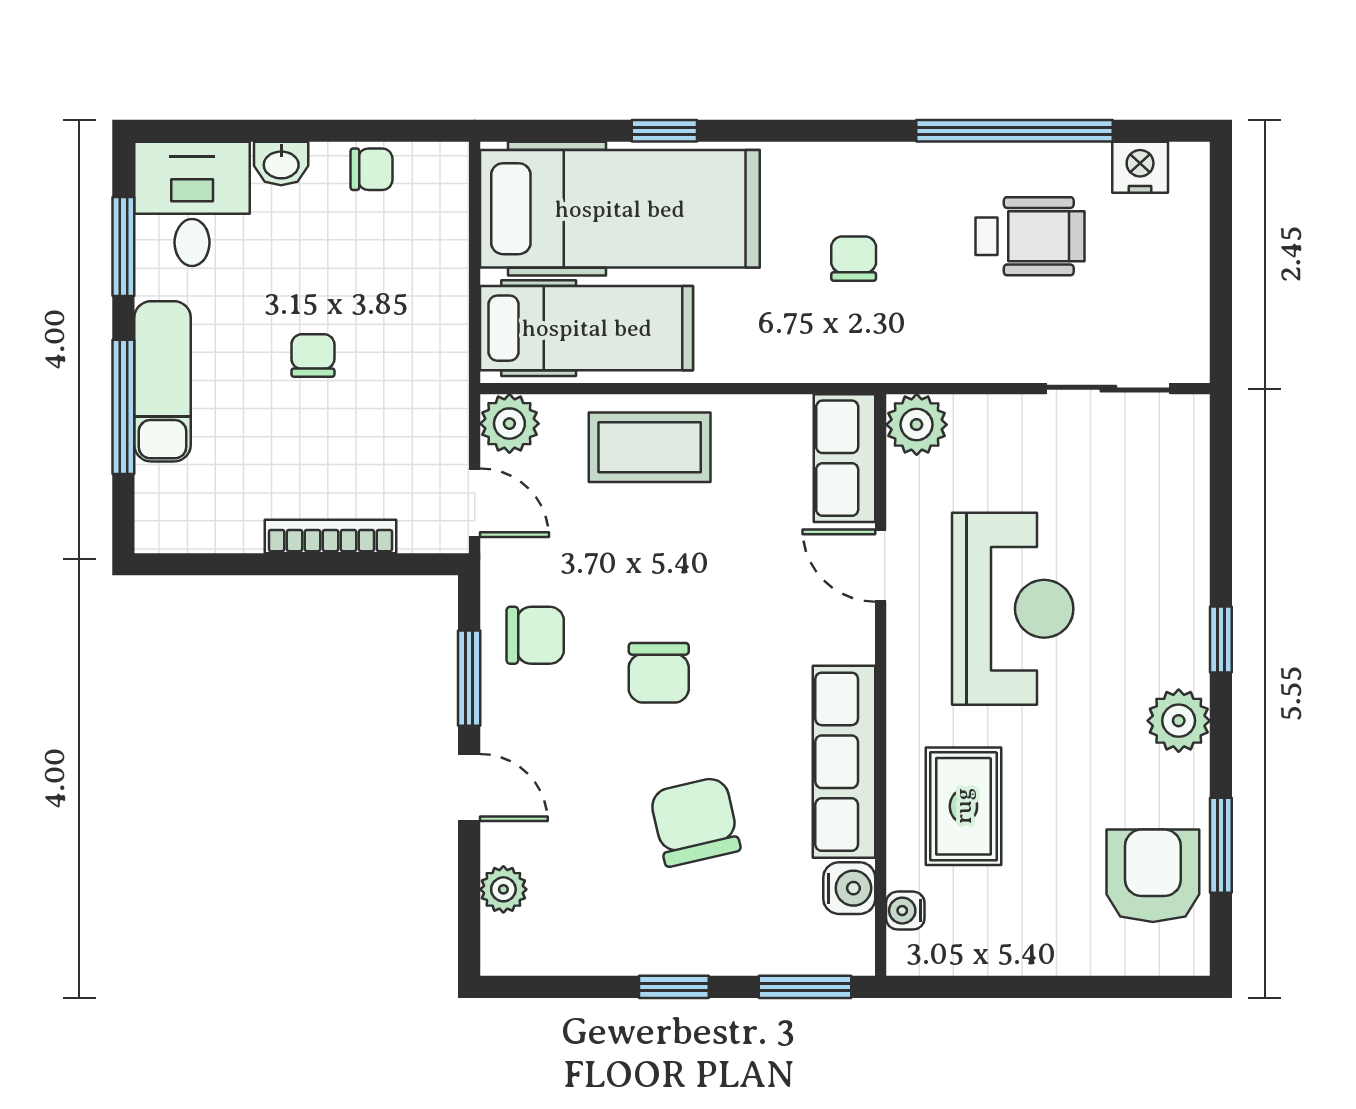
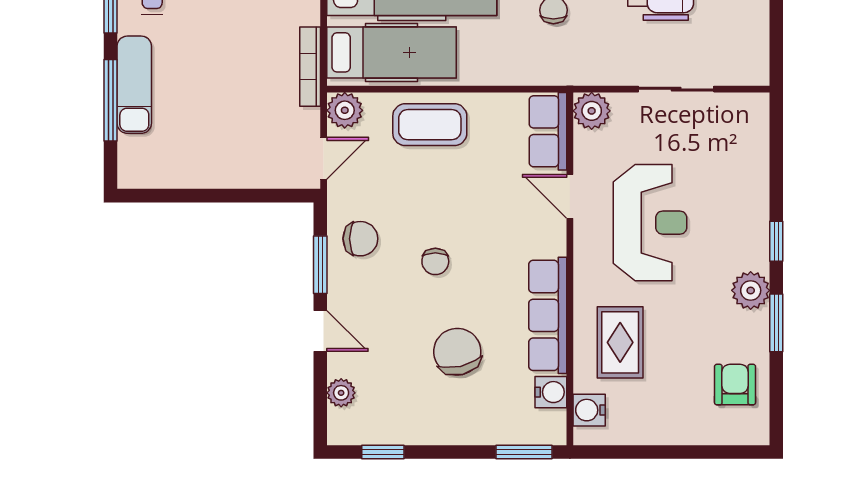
chair: (313, 355) -> (226, 69), removed
sliding door: (1108, 389) -> (676, 89), moved
door: (475, 503) -> (324, 158), hinge flipped
bookcase: (330, 537) -> (310, 67), moved, turned -90
chair: (659, 673) -> (435, 261), width x0.73, depth x0.73
window: (1221, 845) -> (776, 323), moved
armchair: (1153, 876) -> (735, 385), width x0.72, depth x0.72
water cooler: (905, 911) -> (589, 410), width x1.38, depth x1.38
window: (674, 987) -> (383, 452), moved

